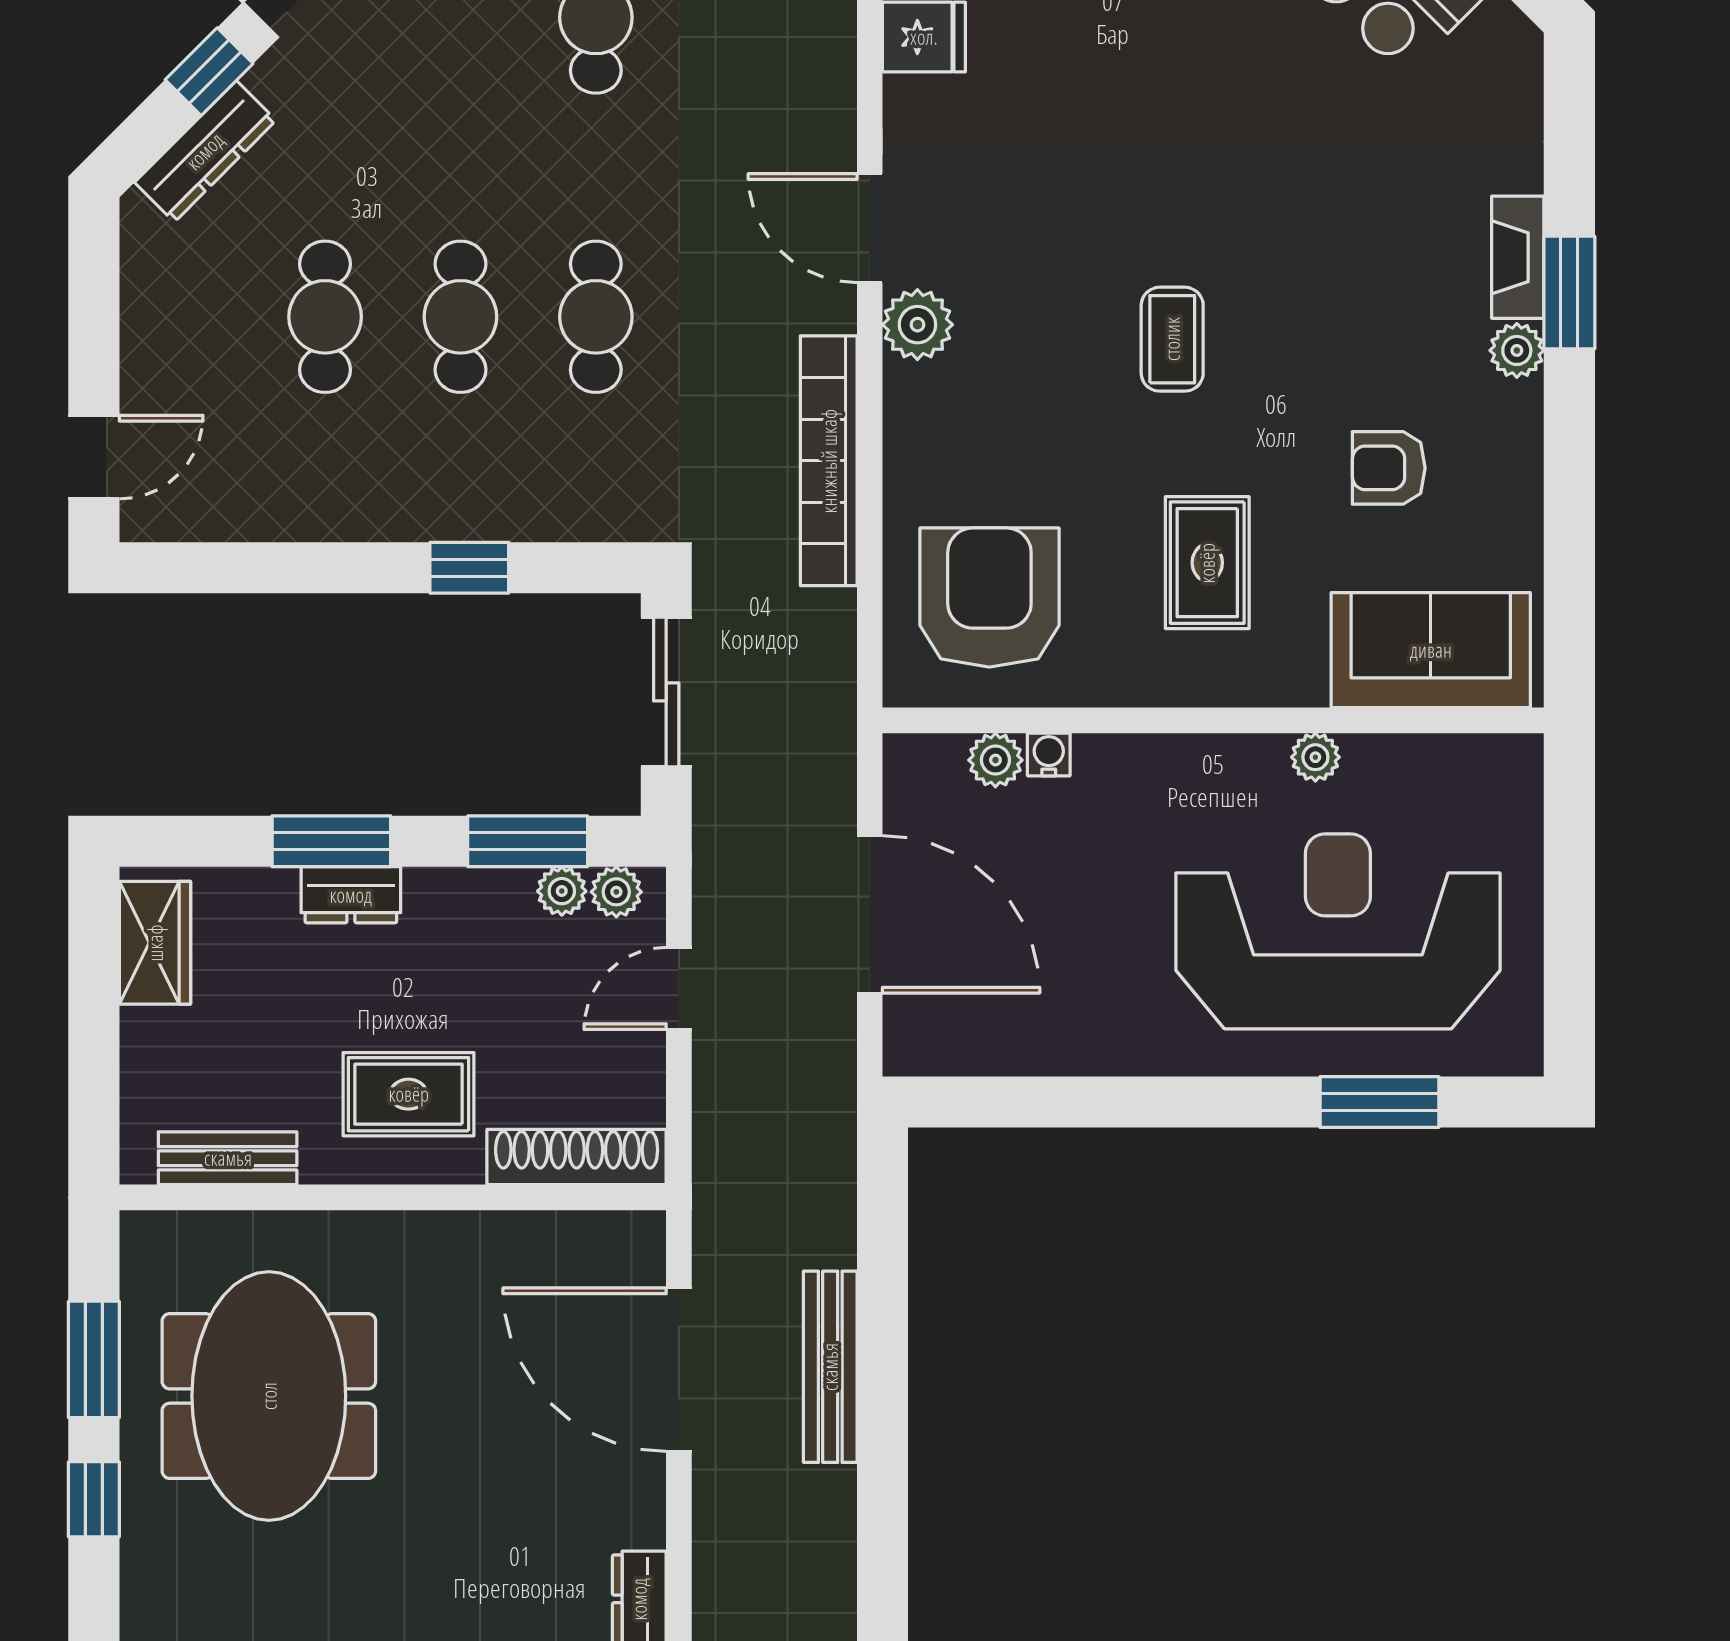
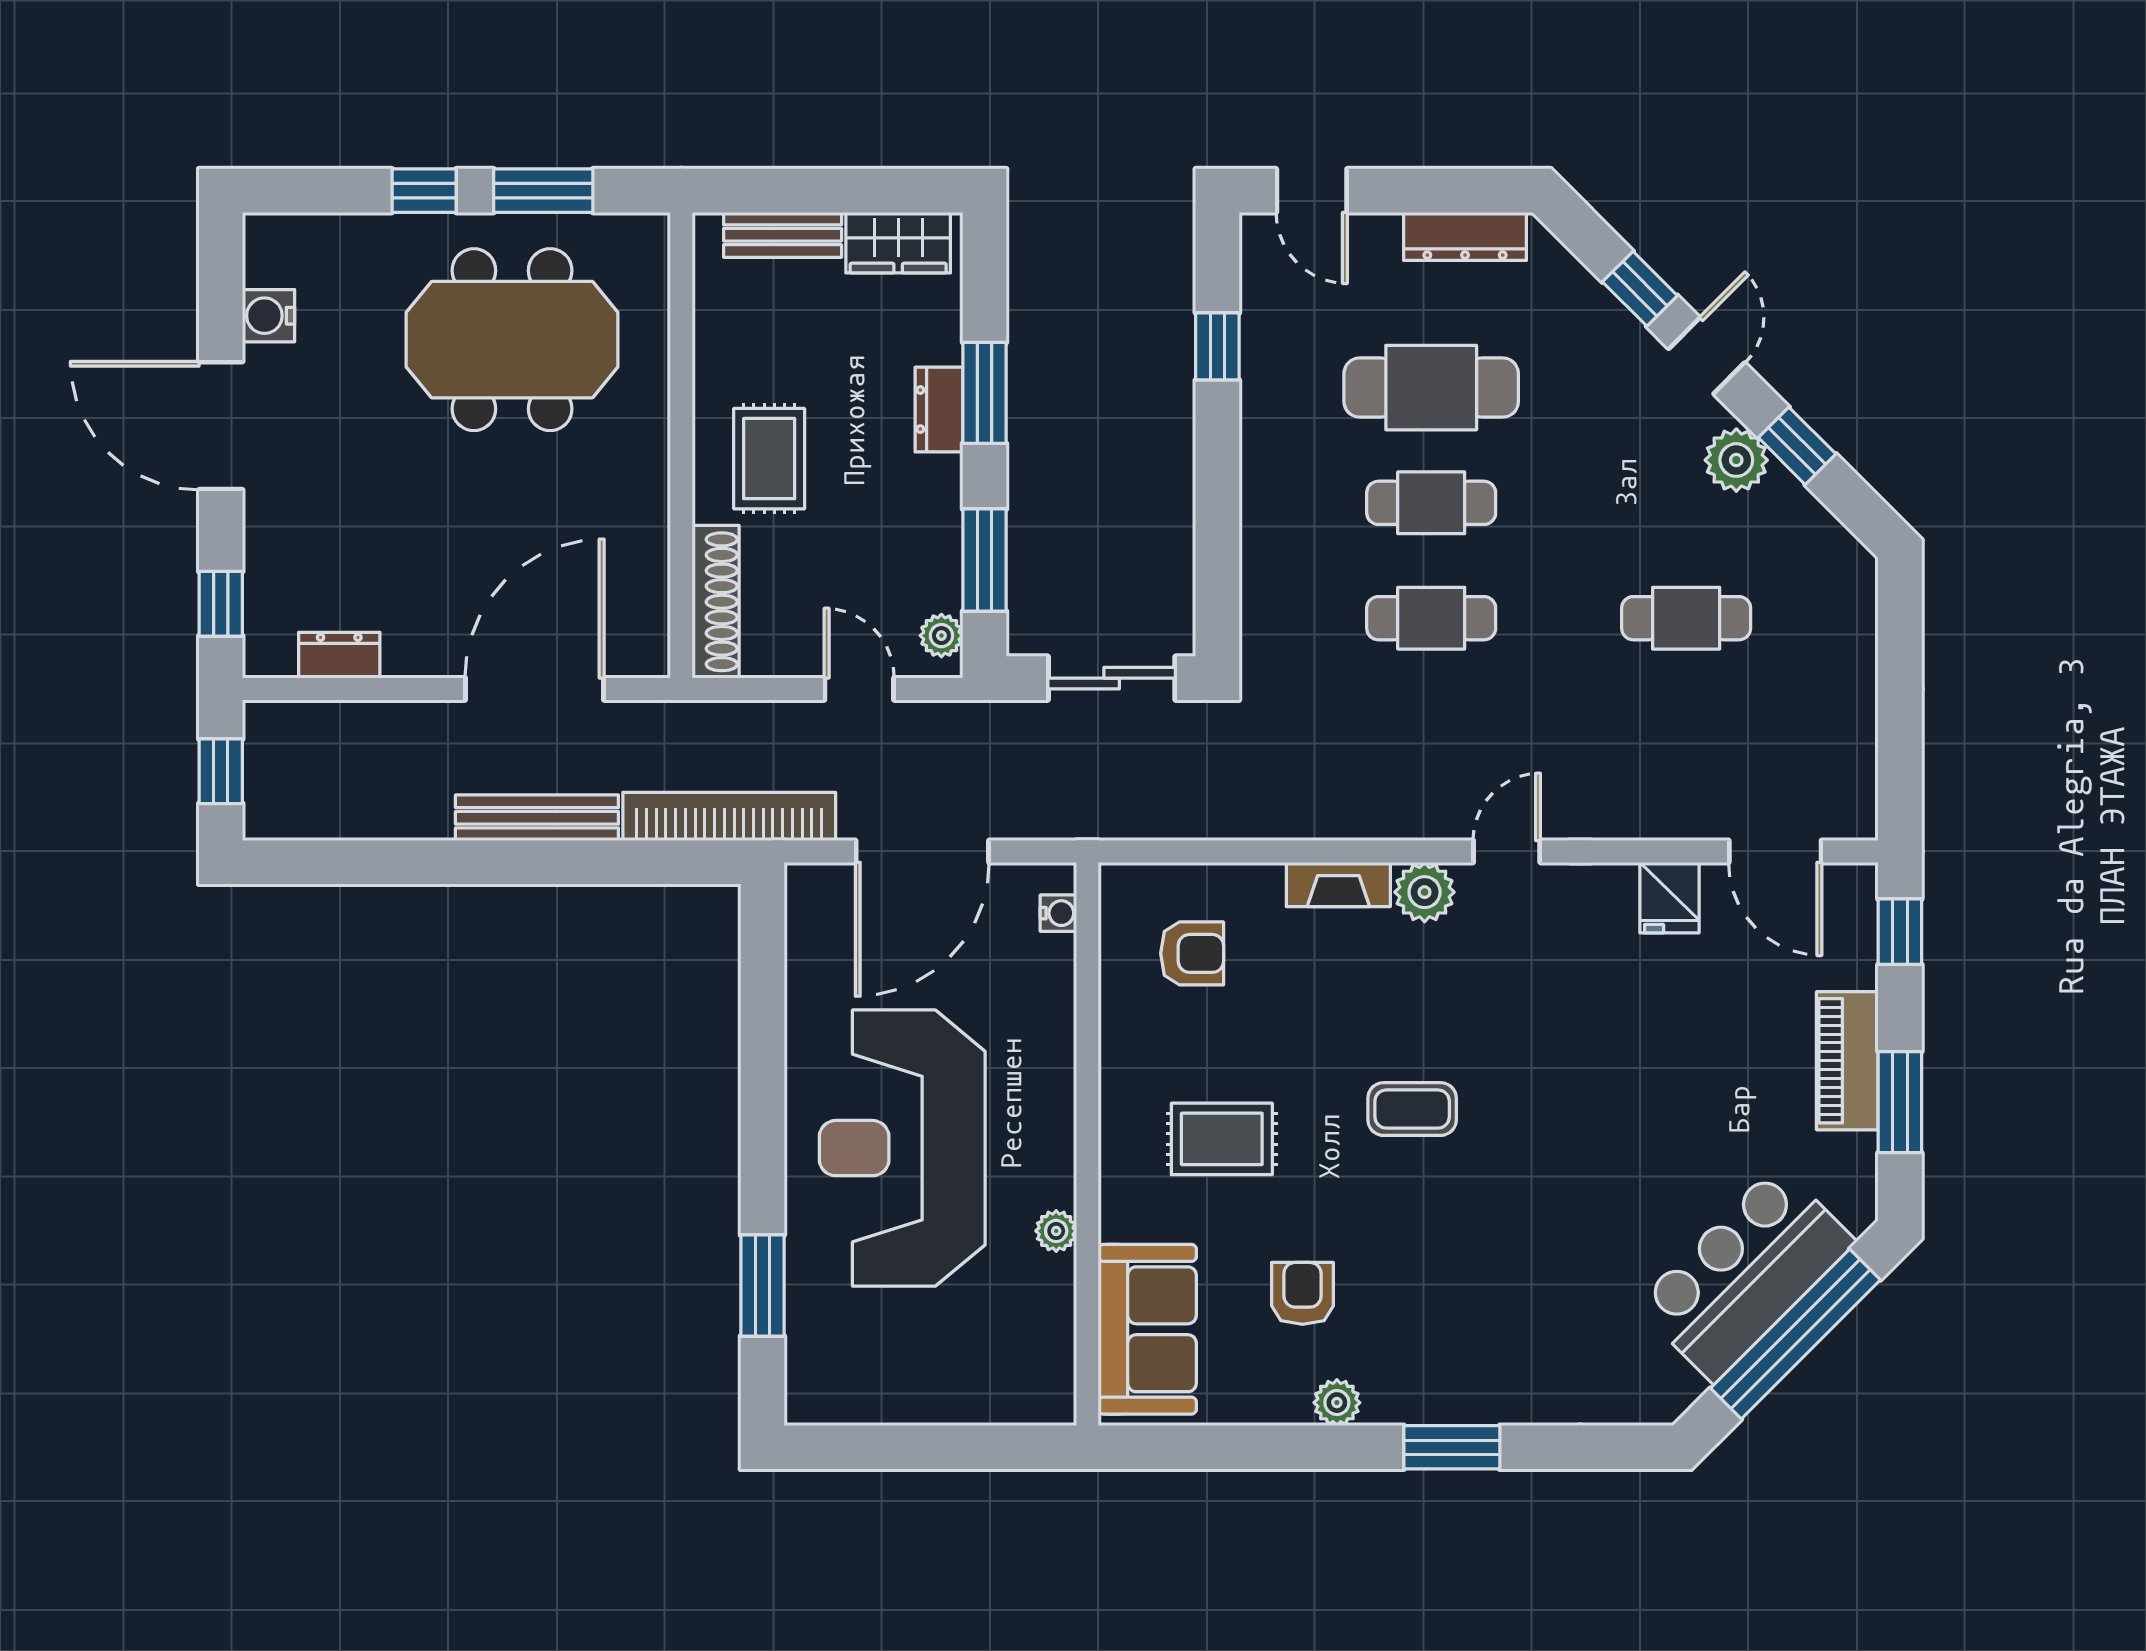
dresser: (205, 151) -> (1465, 236), moved, turned -45
door: (870, 228) -> (1507, 851), width x0.73
fireplace: (1518, 257) -> (1338, 884), moved, turned 180
cafe table: (325, 317) -> (1431, 388), width x1.37, depth x1.35
plant: (1517, 350) -> (1337, 1403), moved
bookcase: (829, 461) -> (729, 816), moved
window: (469, 568) -> (1217, 346), moved
armchair: (989, 598) -> (1192, 953), width x0.53, depth x0.53
water cooler: (1049, 755) -> (1058, 913), moved
plant: (995, 760) -> (1054, 958), removed
plant: (562, 891) -> (942, 589), removed
reception desk: (1338, 931) -> (902, 1148), moved, turned 180
bench: (228, 1158) -> (783, 235), moved, turned 90

